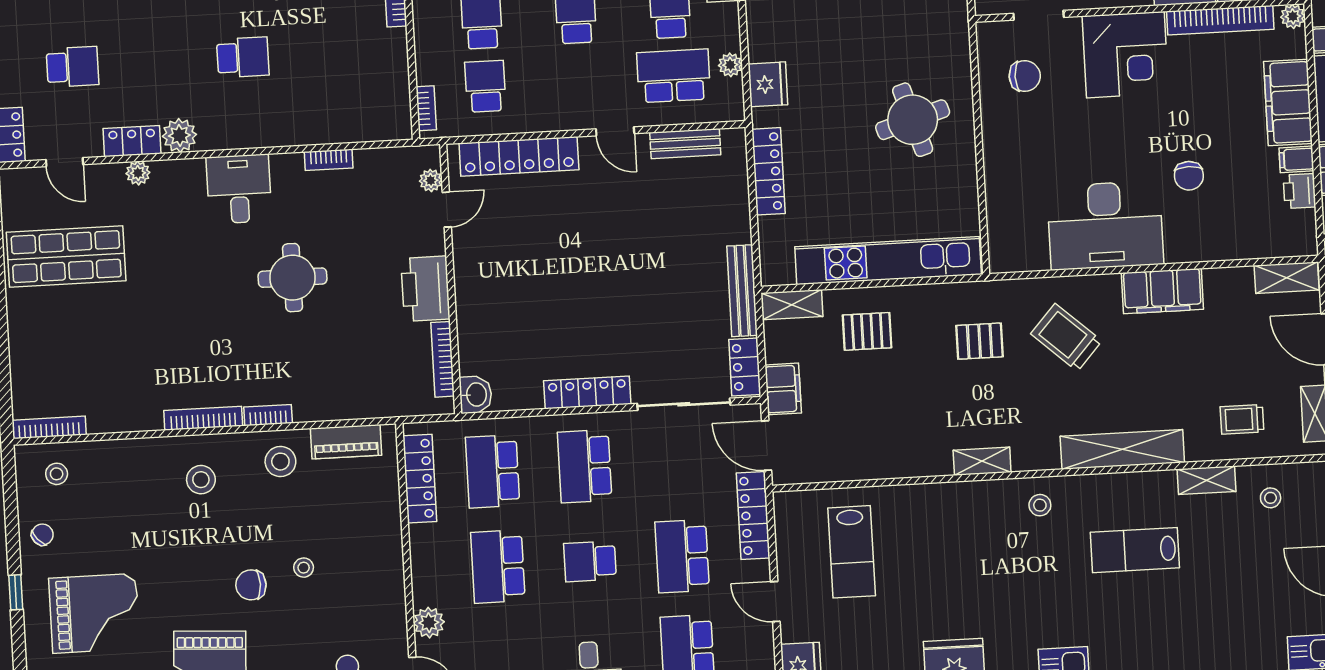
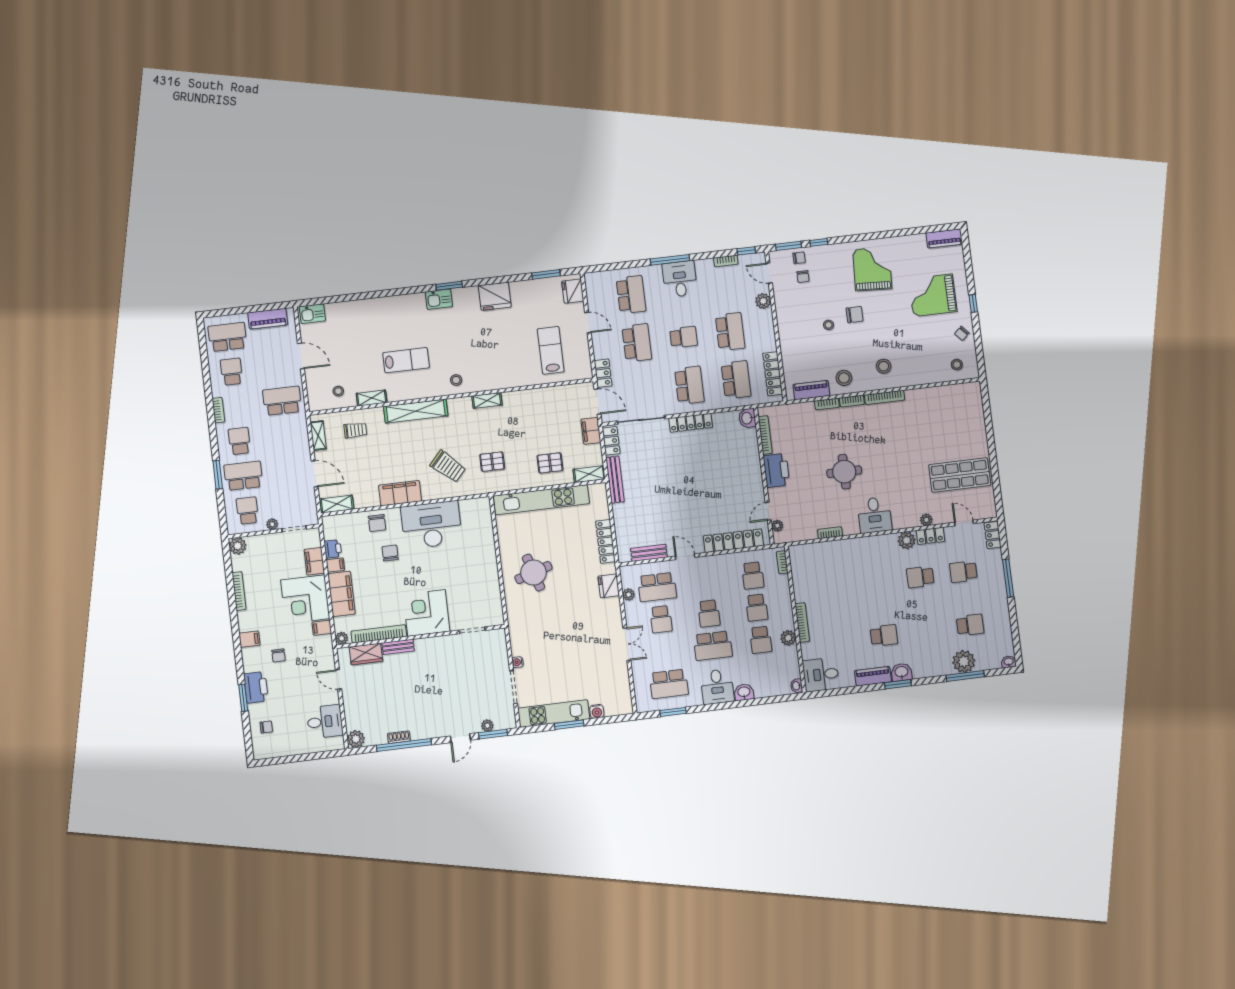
school desk: (243, 57) -> (920, 577), moved
chair: (1025, 76) -> (377, 523), moved, turned -90
bookcase: (49, 427) -> (827, 404), moved, width x0.64
locker: (753, 516) -> (603, 373), width x0.66

